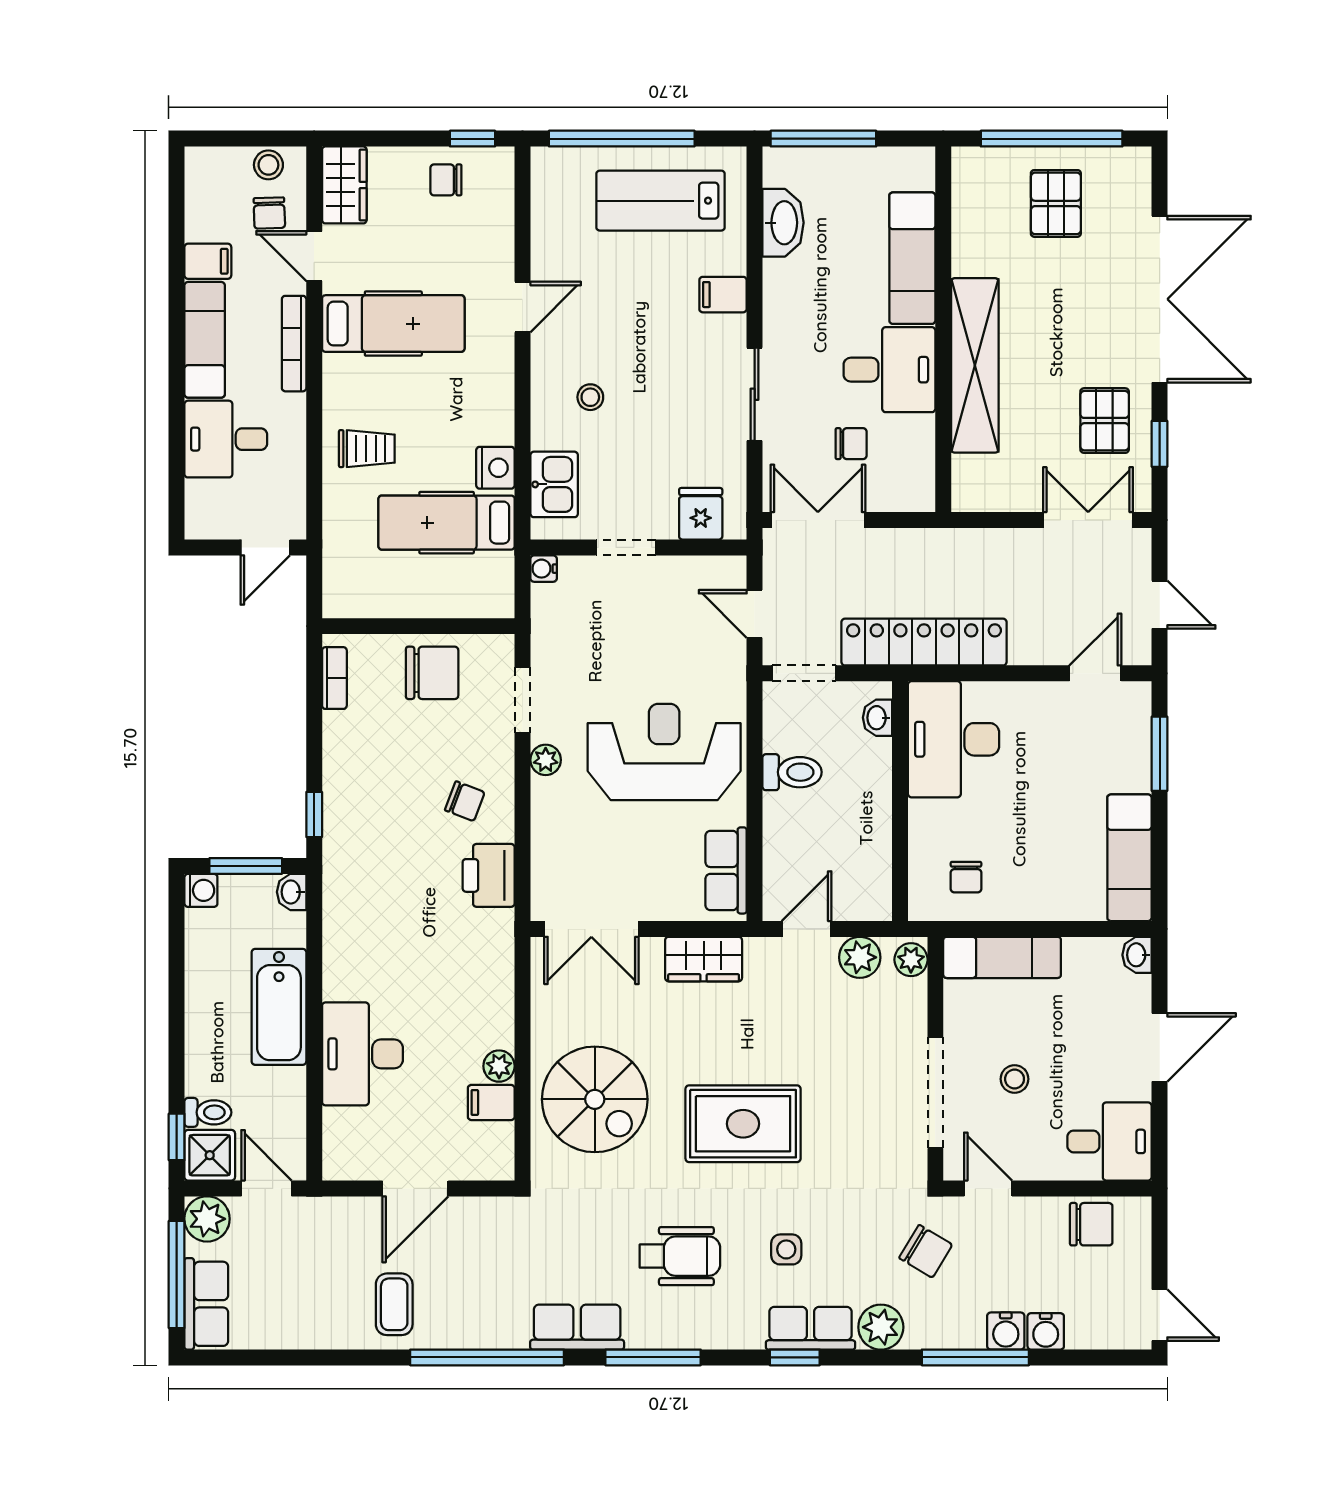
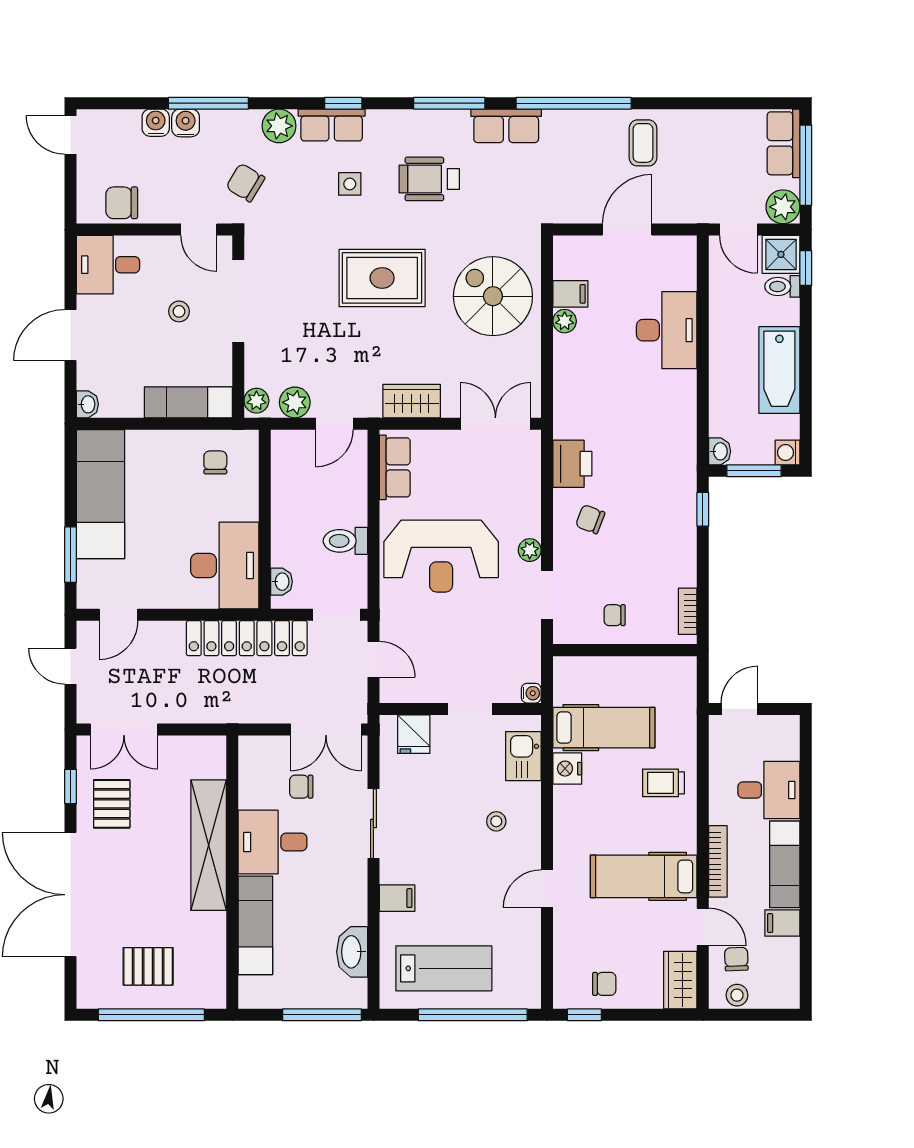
pallet: (1056, 203) -> (148, 966), turned 90
chair: (432, 673) -> (615, 615), width x0.54, depth x0.54
exam couch: (1129, 858) -> (101, 494), width x1.36, depth x1.45
bathtub: (279, 1007) -> (779, 370), moved, turned 180

